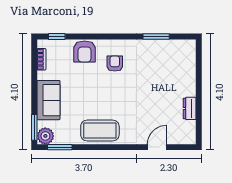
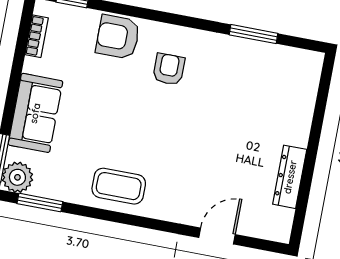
armchair: (85, 51) -> (118, 37), turned 90
dresser: (190, 108) -> (290, 177), width x1.44
coffee table: (100, 130) -> (119, 186), width x0.73, depth x0.76

